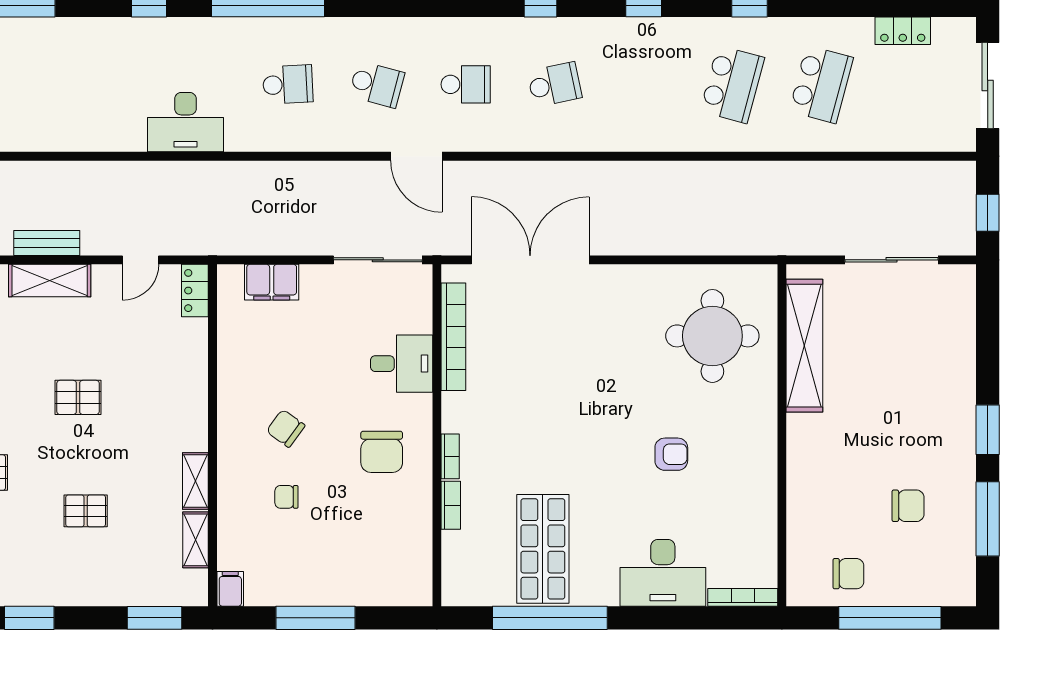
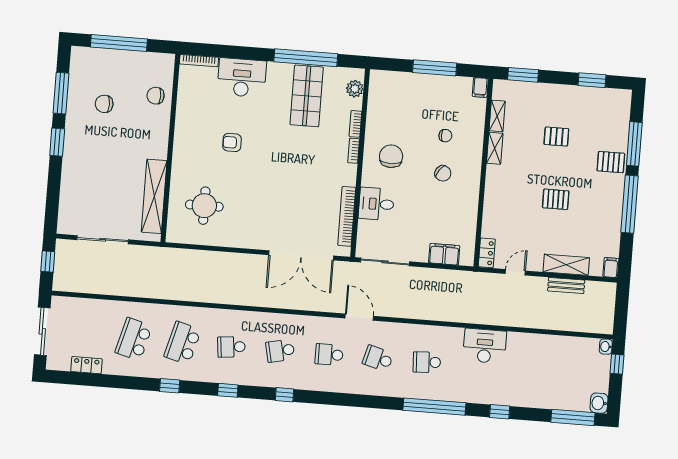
school desk: (643, 84) -> (231, 347), added
round table: (712, 336) -> (204, 206), width x0.73, depth x0.73
plant: (457, 569) -> (355, 89), added
chair: (848, 574) -> (156, 96), moved

